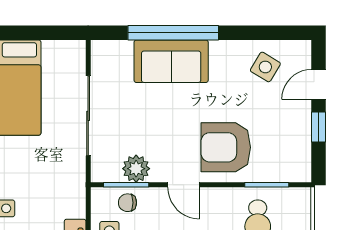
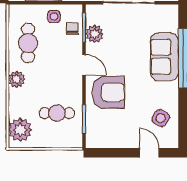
window: (319, 127) -> (122, 153), removed
armchair: (226, 147) -> (108, 92), turned 90
door: (184, 185) -> (84, 65), swing flipped

